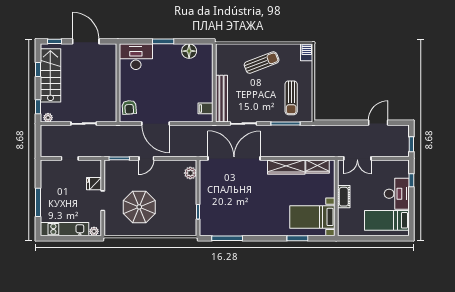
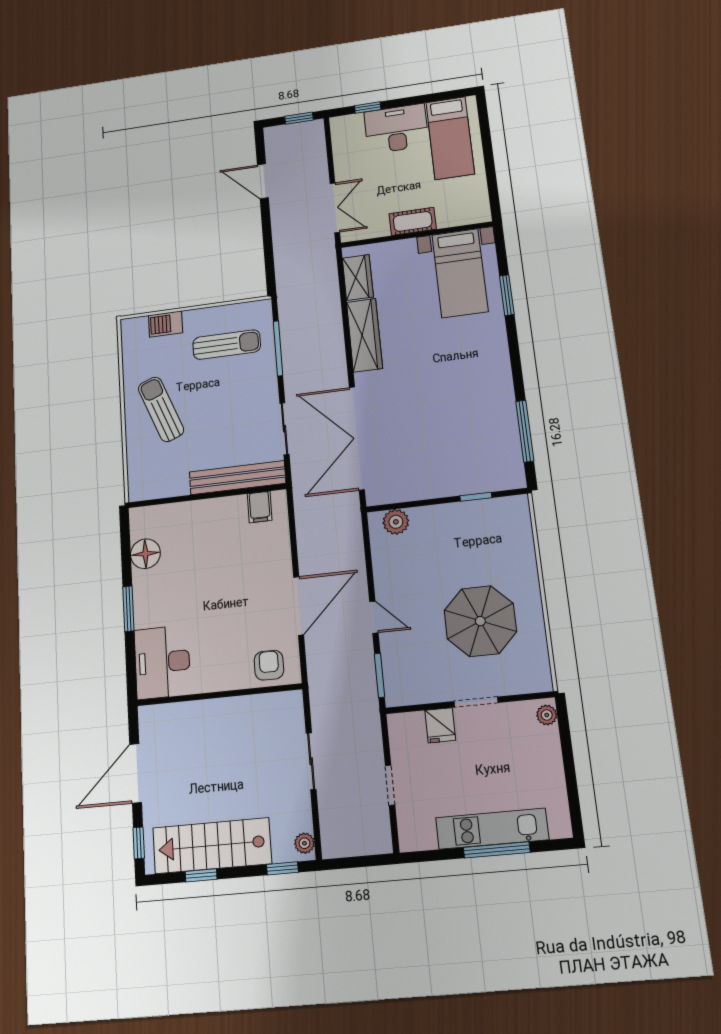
barbecue: (307, 52) -> (165, 324), moved
armchair: (129, 107) -> (269, 665), turned -86
kitchen unit: (64, 229) -> (492, 829), moved, turned 90

